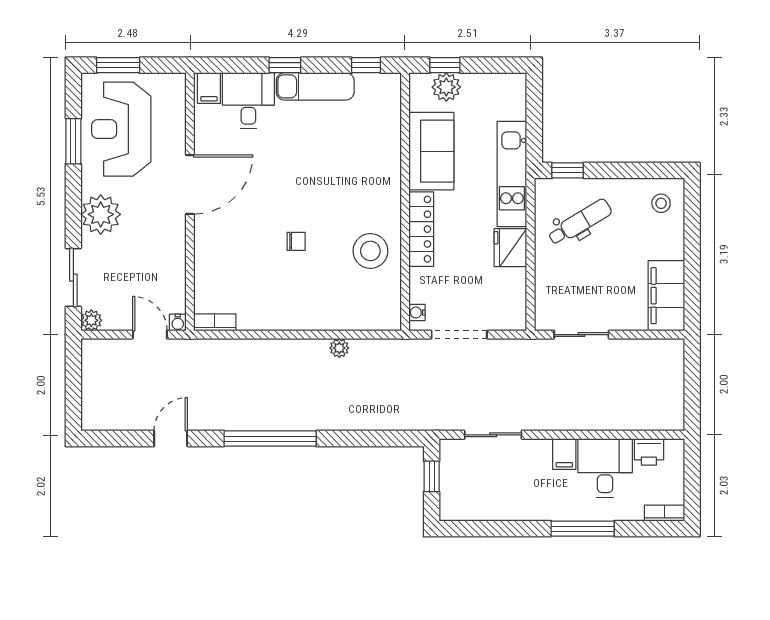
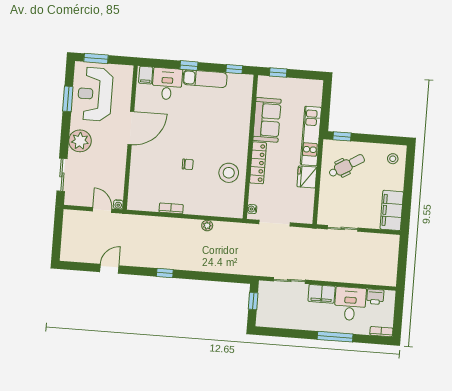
plant: (446, 87) -> (278, 85), removed
plant: (91, 320) -> (70, 199), removed
bookcase: (215, 322) -> (171, 208), moved
window: (270, 439) -> (165, 273), width x0.32
filing cabinet: (564, 454) -> (322, 294), width x2.00

